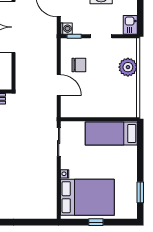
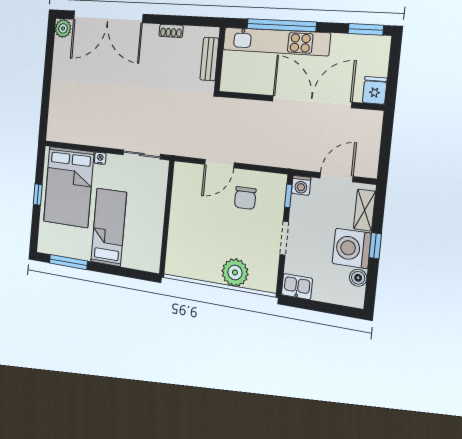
bed: (111, 133) -> (109, 227), moved
window: (140, 192) -> (68, 262), width x1.44

